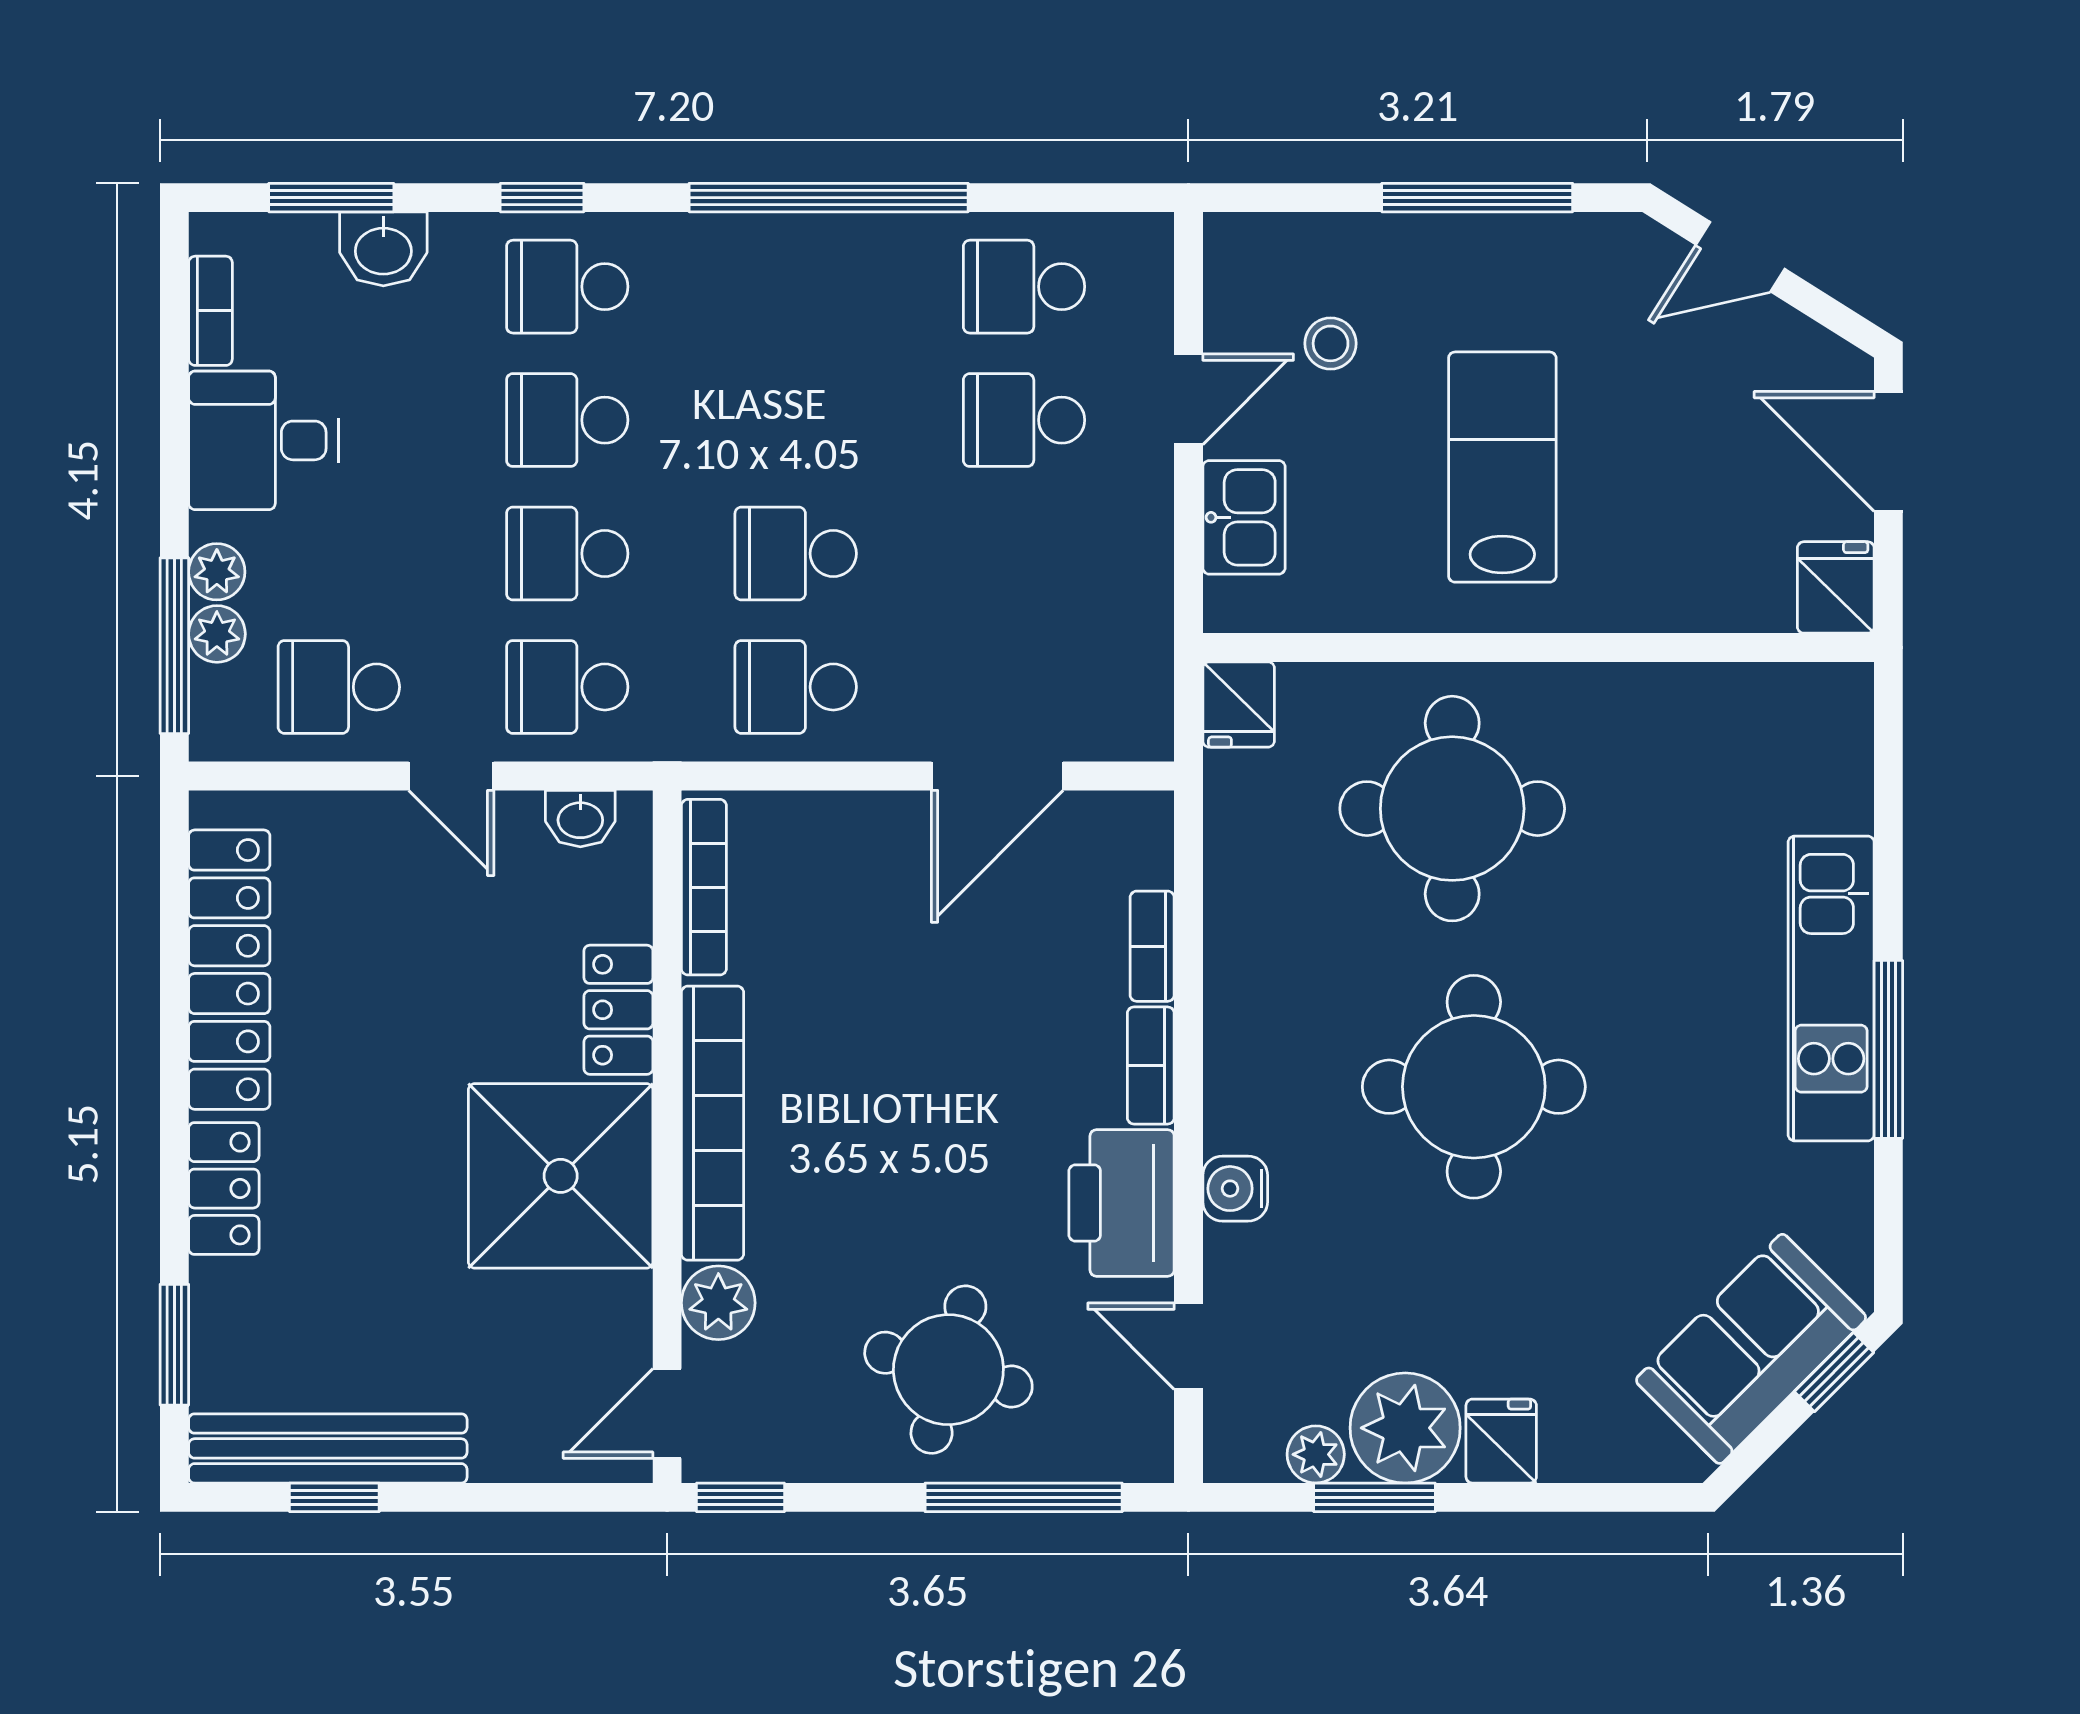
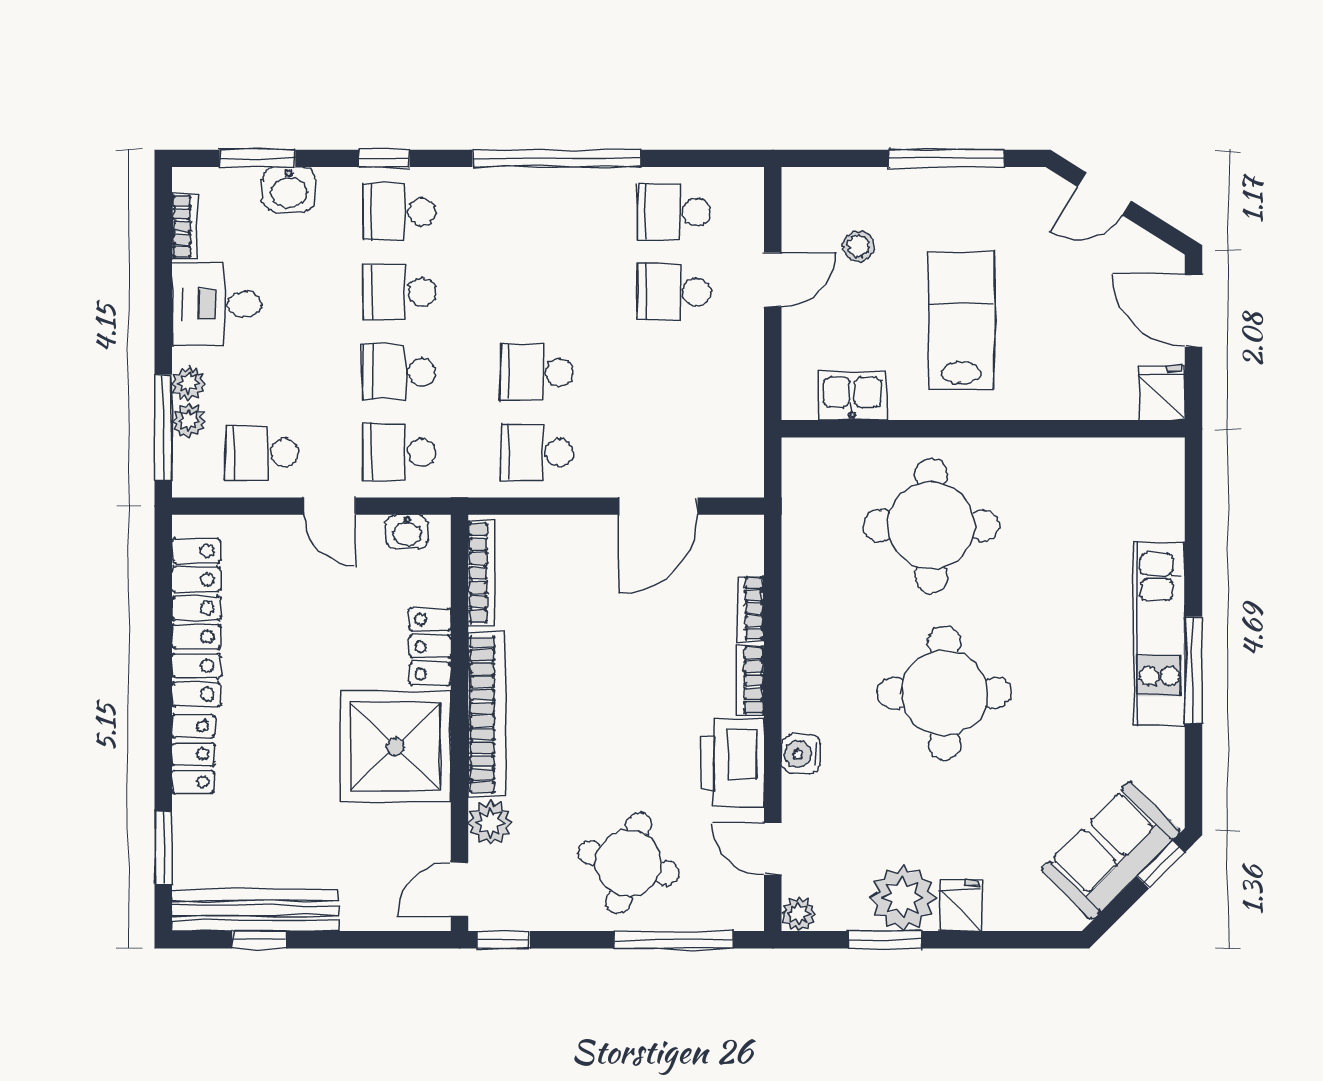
kitchen sink: (1244, 517) -> (852, 395), moved, turned -90
fridge: (1239, 704) -> (803, 463), removed
plant: (1316, 1454) -> (799, 914), moved

